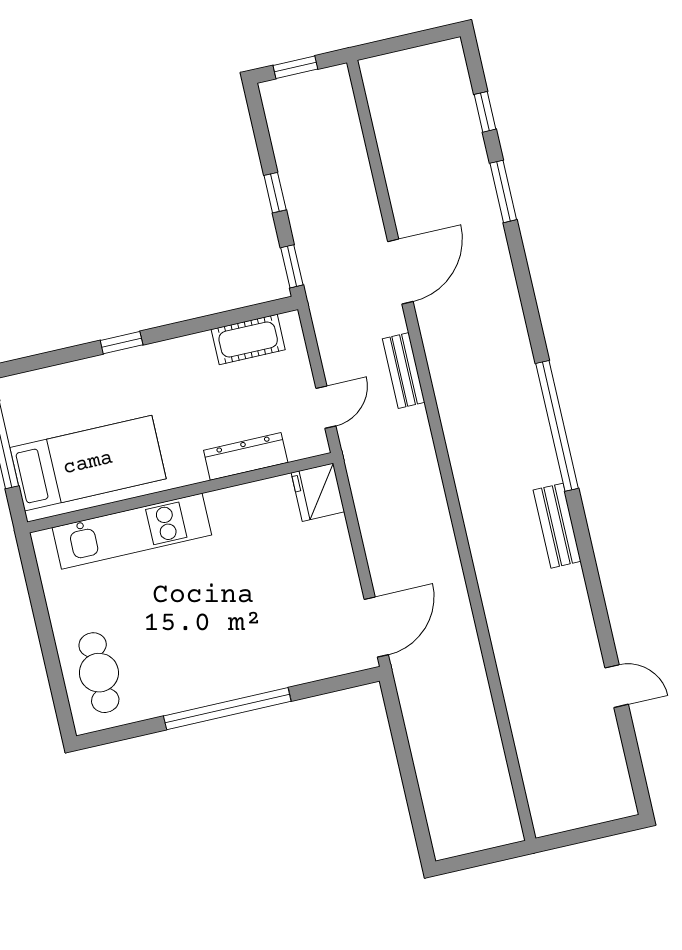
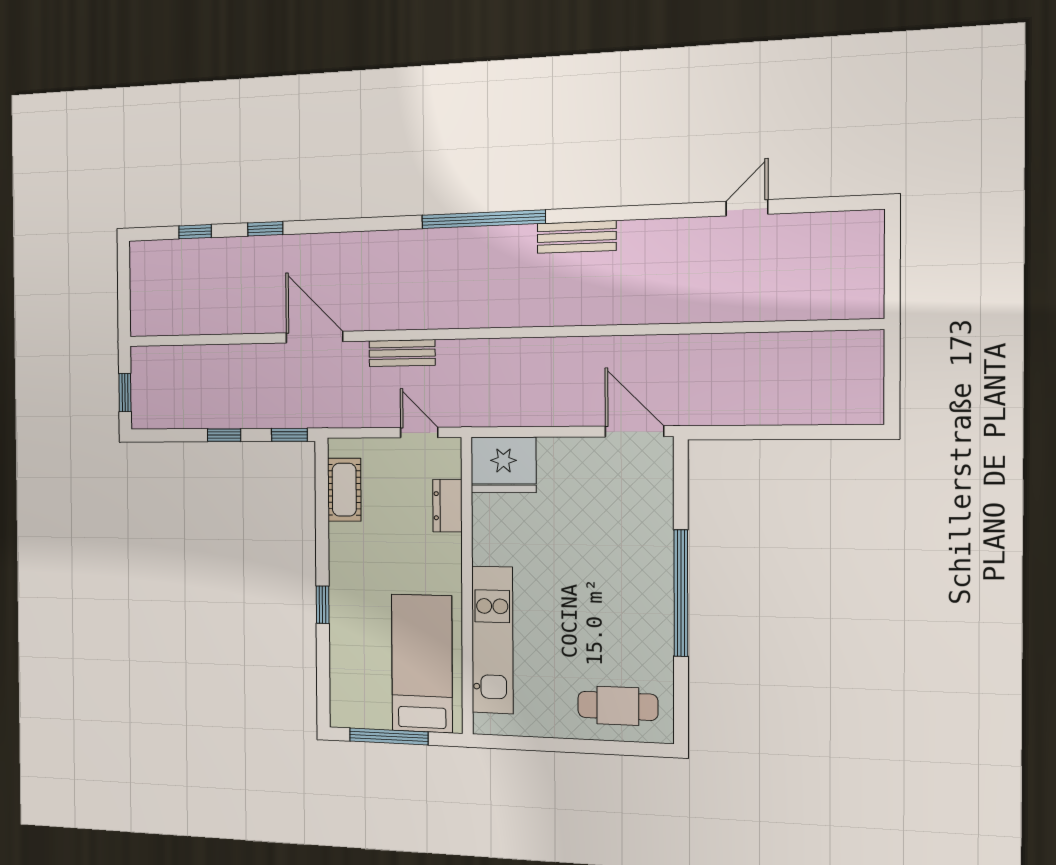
window: (503, 191) -> (265, 229), width x0.67
dresser: (246, 456) -> (447, 506), width x0.70
fridge: (318, 492) -> (503, 465), width x1.36, depth x1.34

